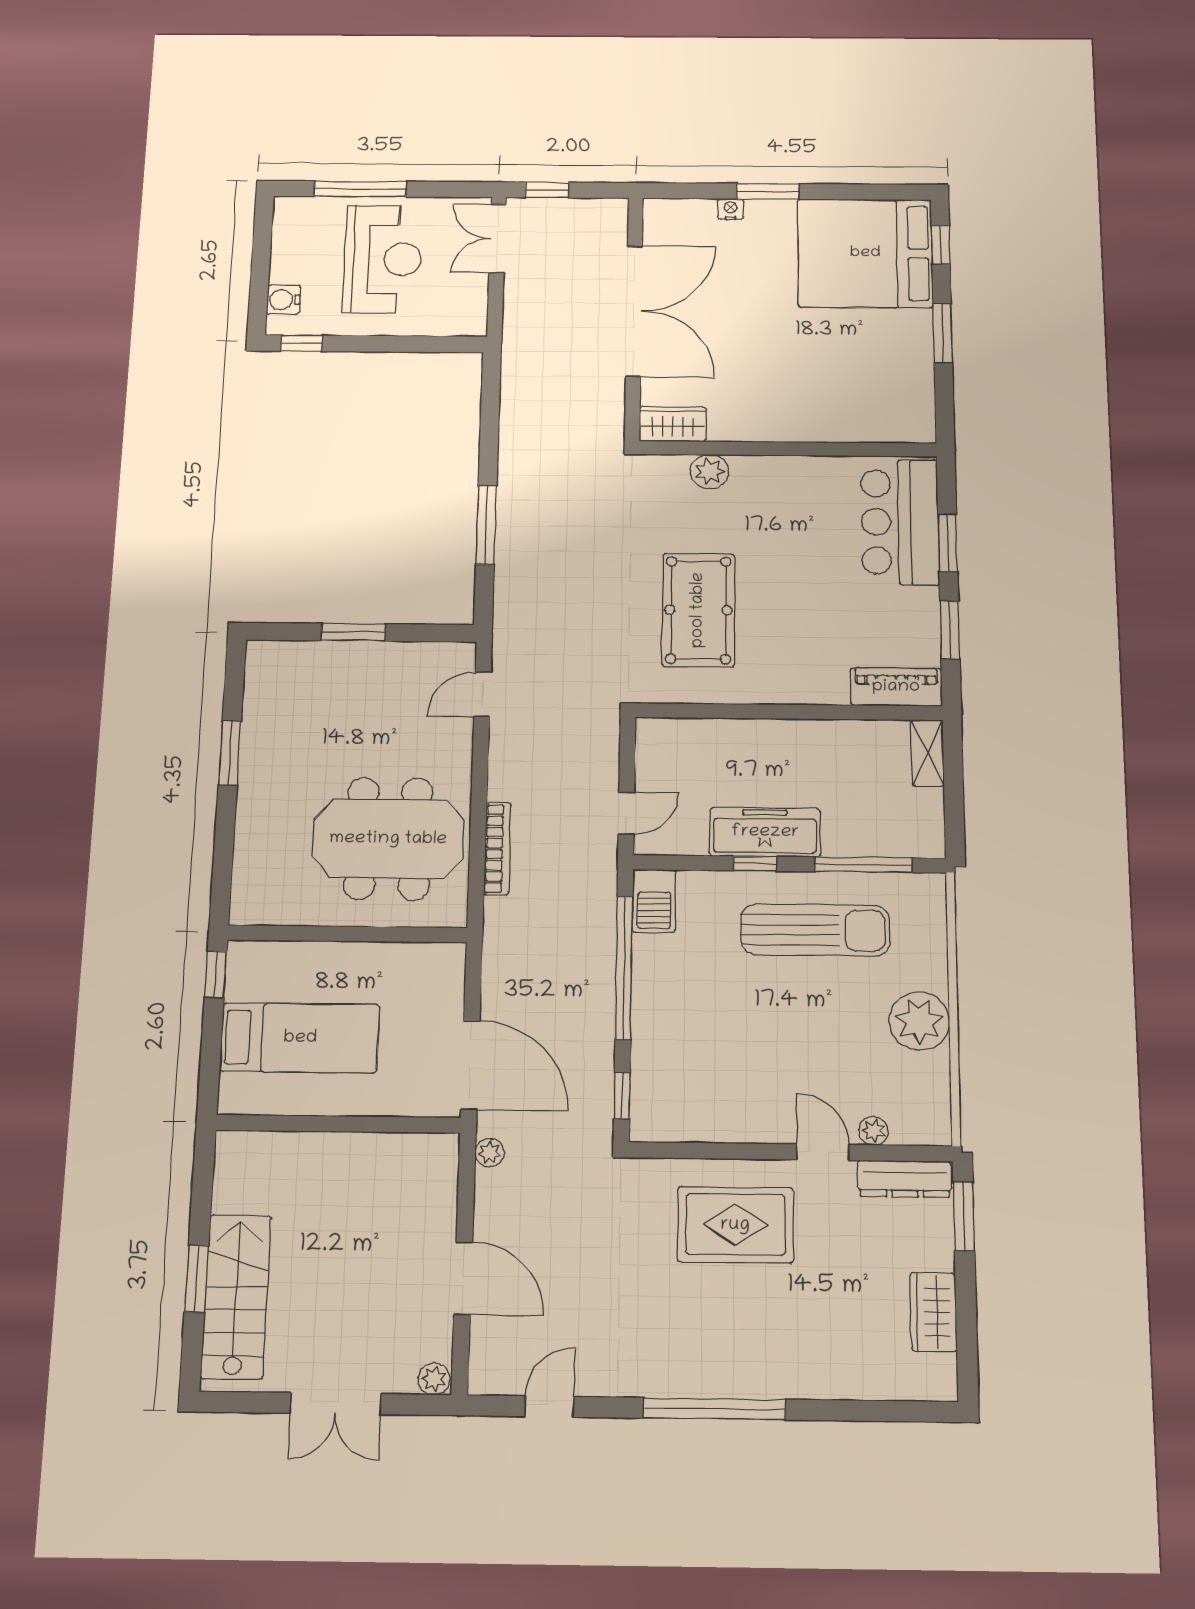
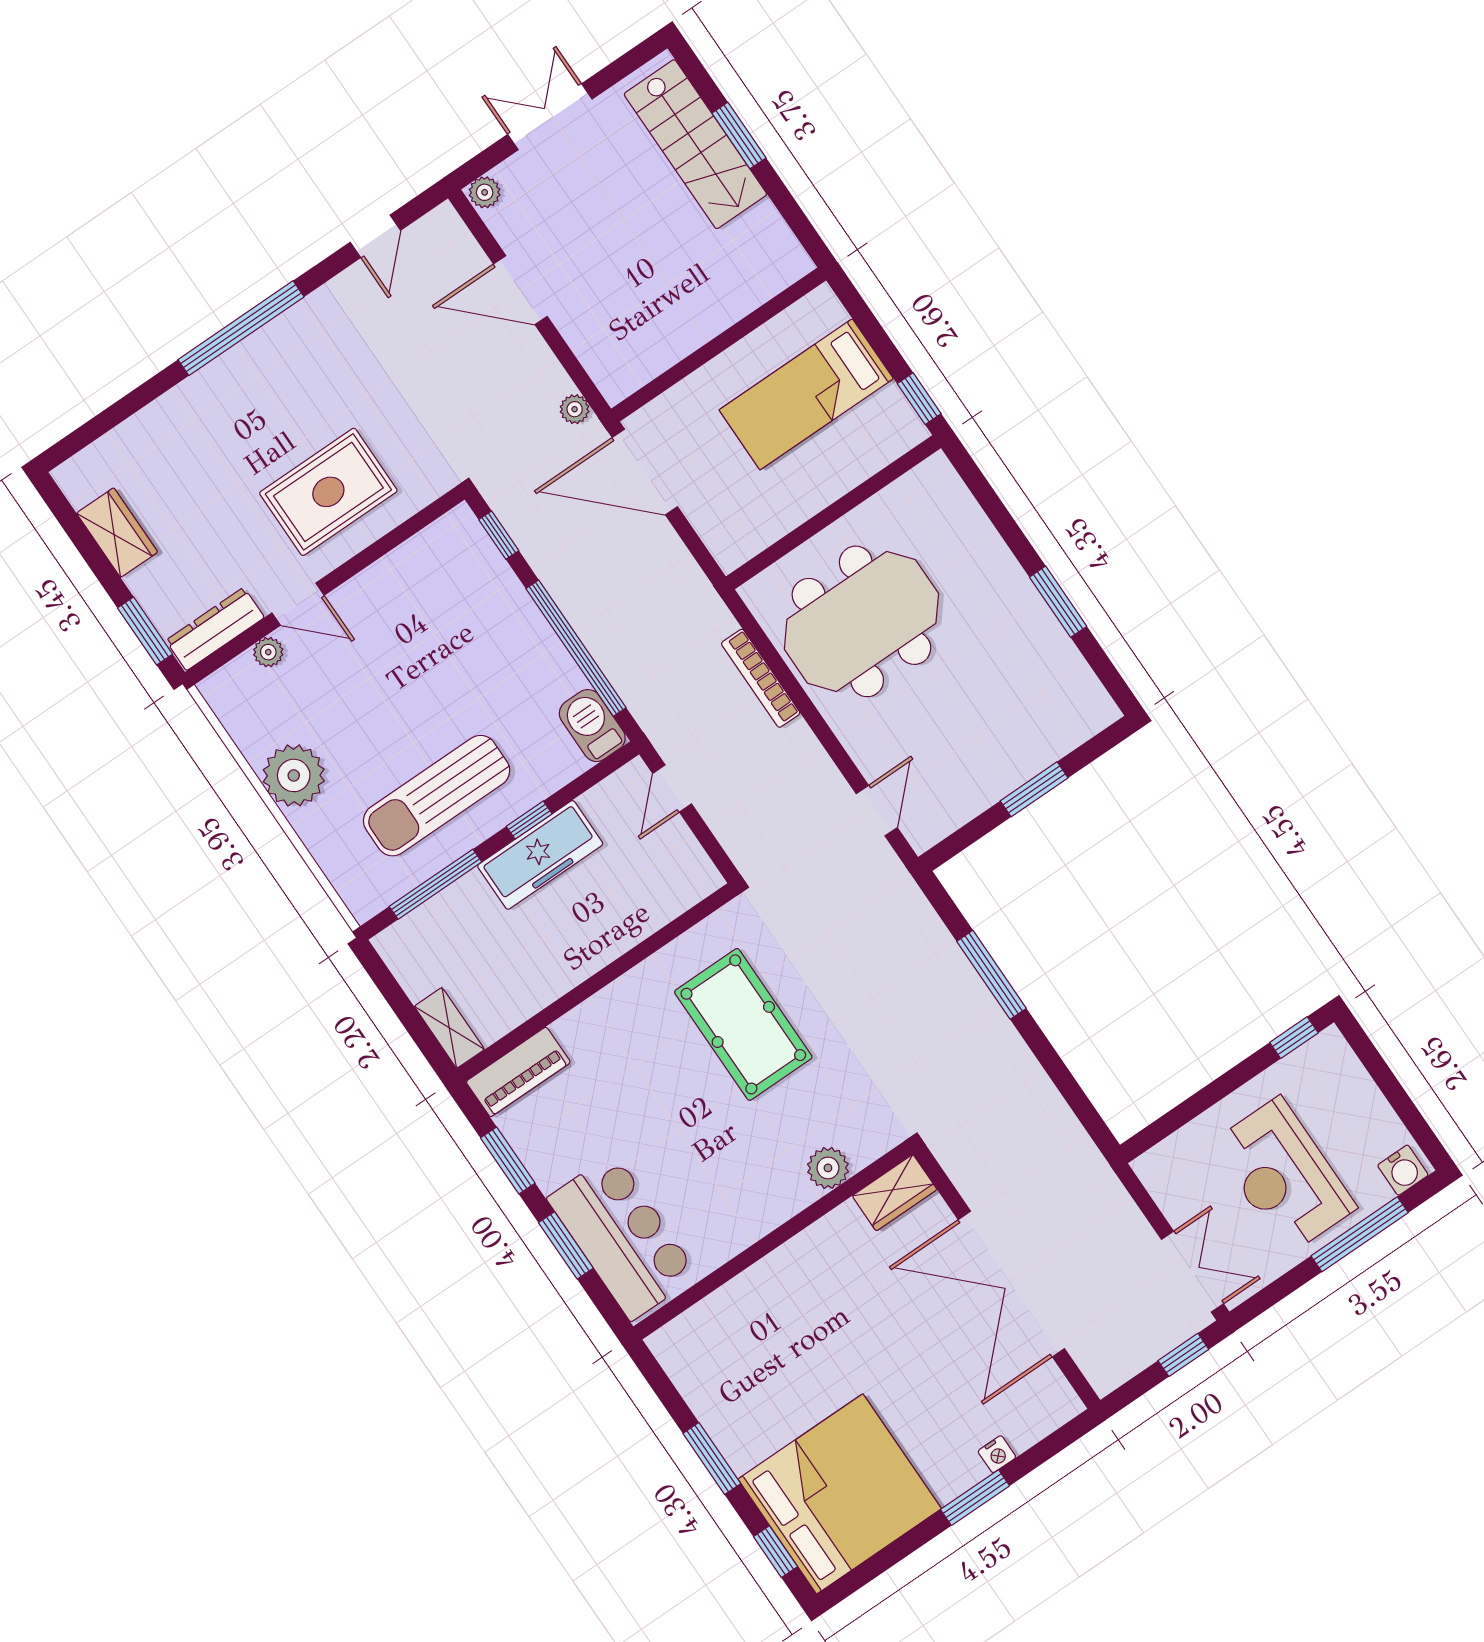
water cooler: (284, 300) -> (1403, 1170), moved, turned 90

